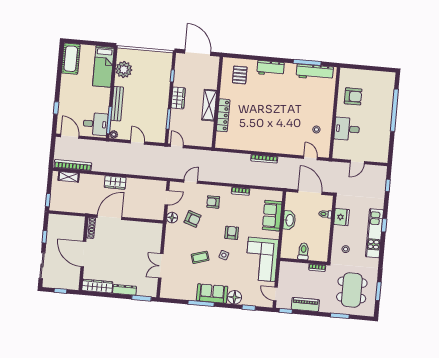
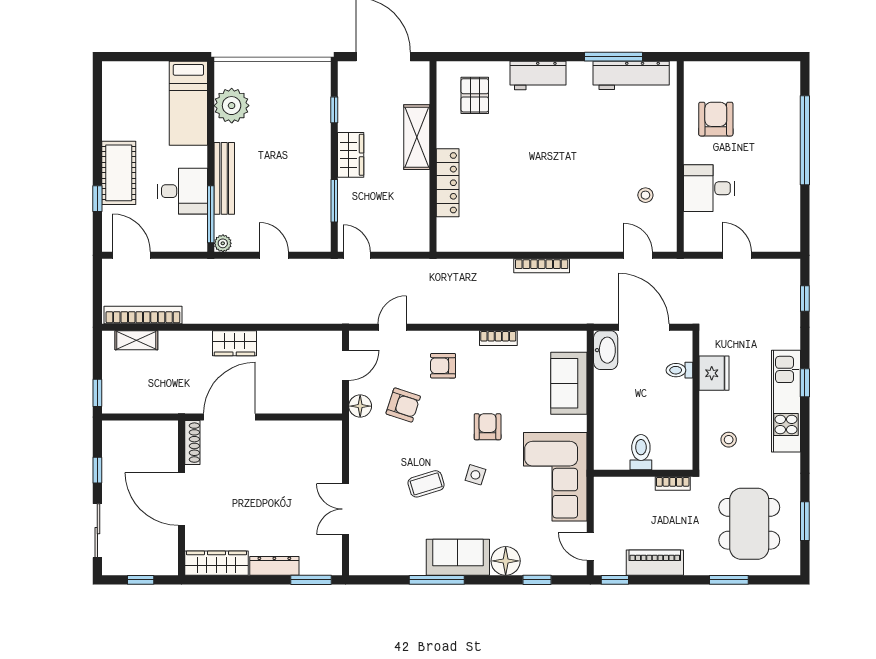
cot: (71, 59) -> (119, 173), moved
armchair: (353, 96) -> (716, 119), turned -90
shelving: (209, 105) -> (417, 137), moved
desk: (95, 124) -> (182, 191), moved
door: (357, 162) -> (737, 255), swing flipped
washbasin: (289, 220) -> (606, 350), moved

